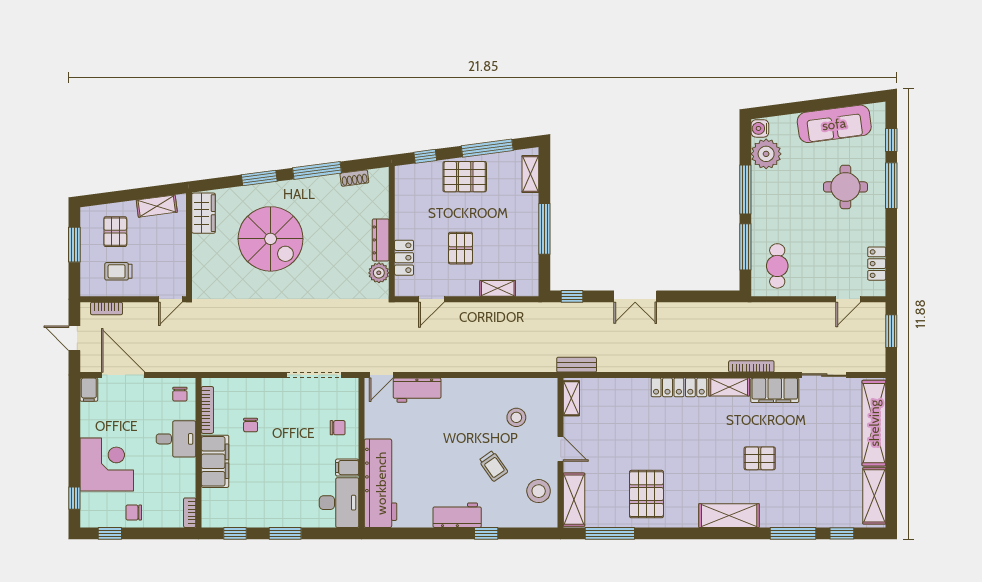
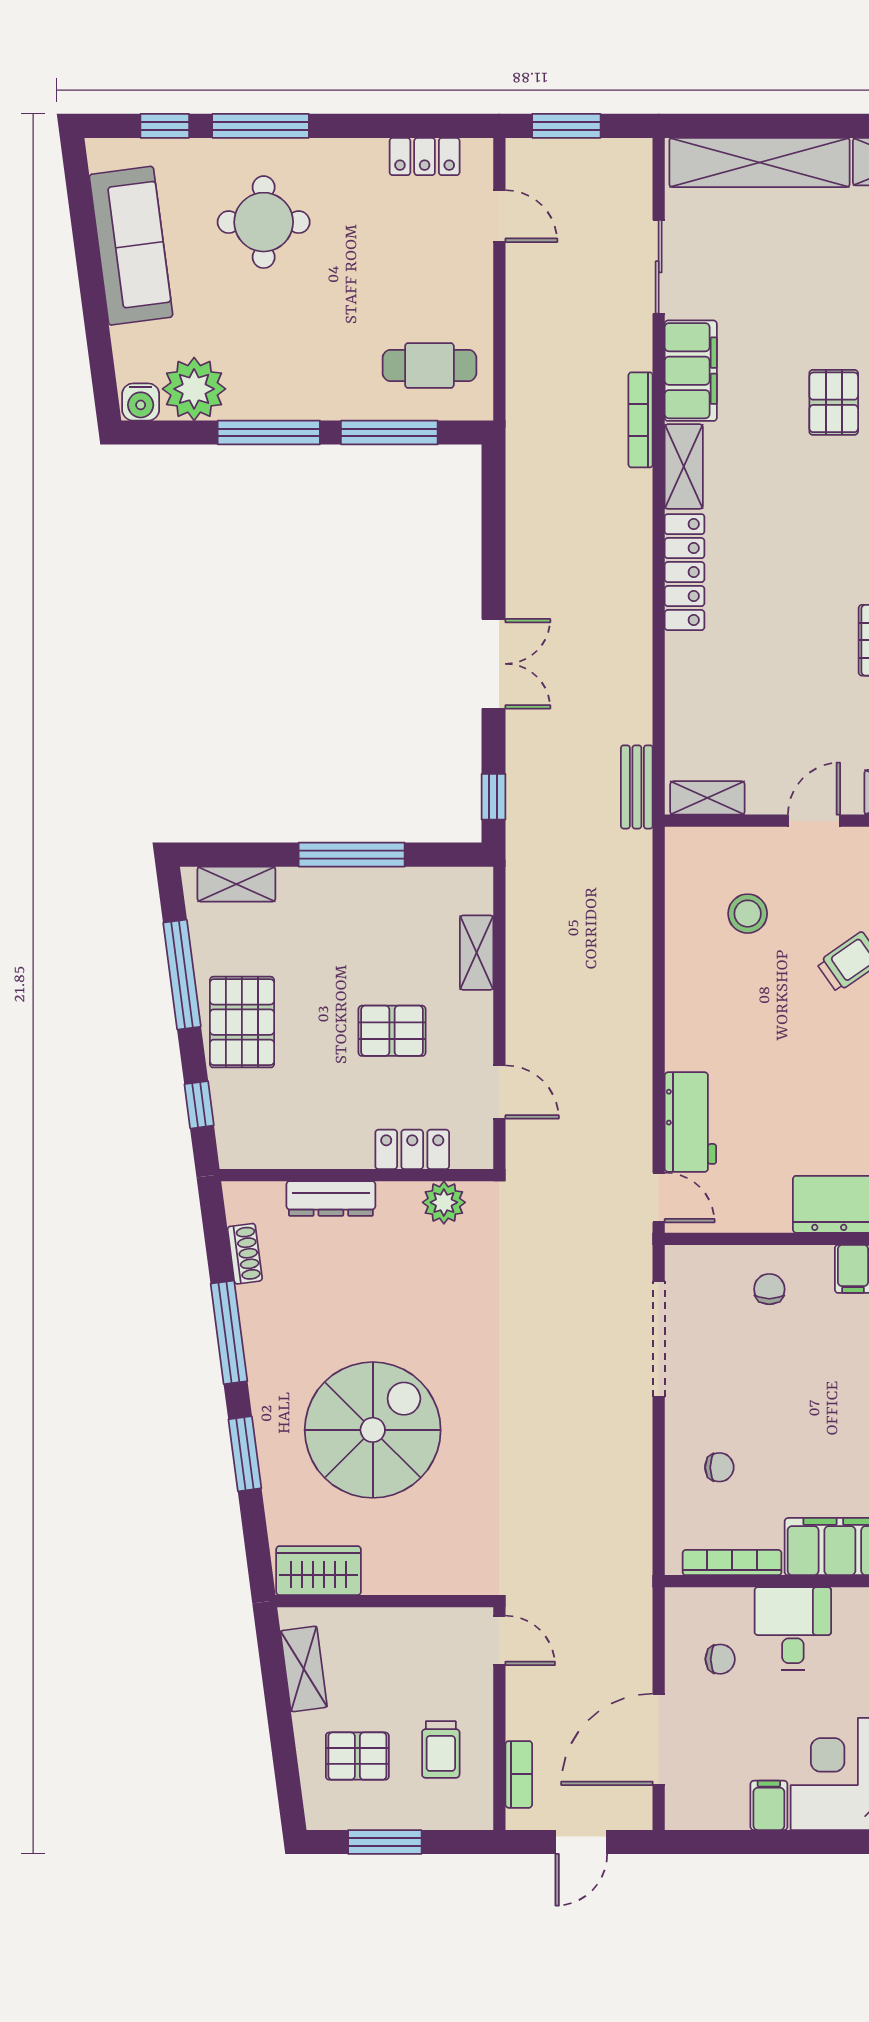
dresser: (381, 240) -> (331, 1198), moved
filing cabinet: (89, 390) -> (769, 1805), moved, turned -90
chair: (180, 394) -> (720, 1659), moved
chair: (251, 425) -> (719, 1467), moved

